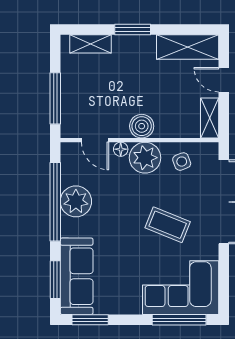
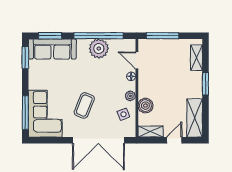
boiler: (142, 126) -> (145, 106), moved
door: (95, 140) -> (137, 60), hinge flipped
plant: (145, 158) -> (130, 96), width x0.53, depth x0.53

